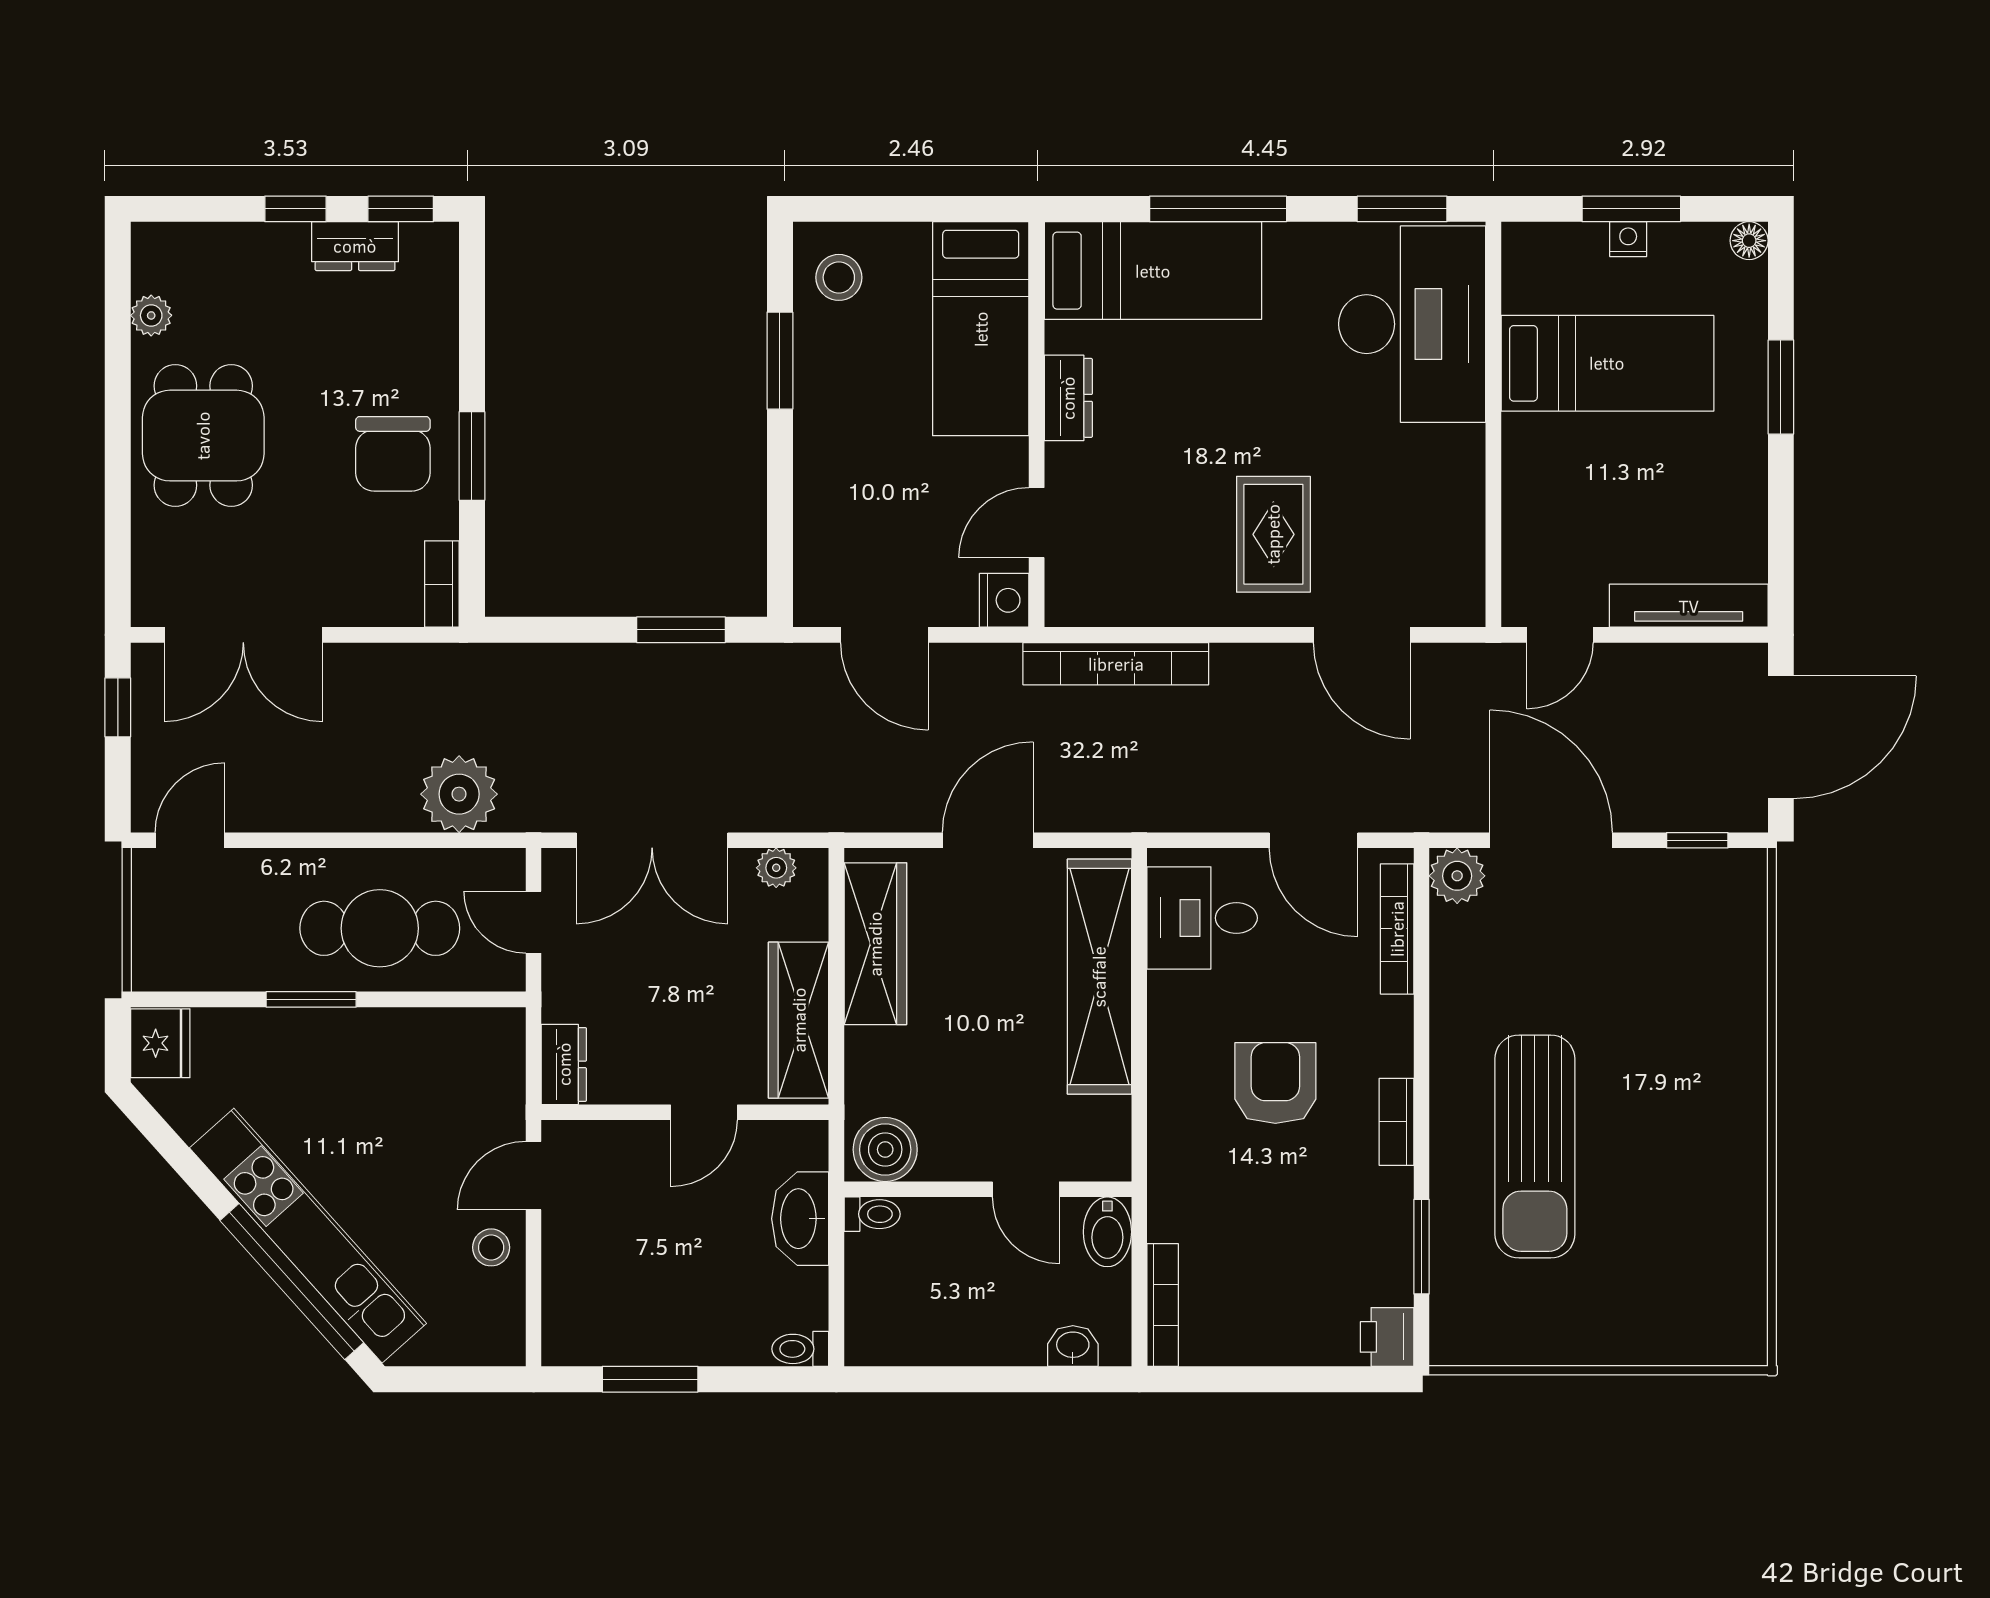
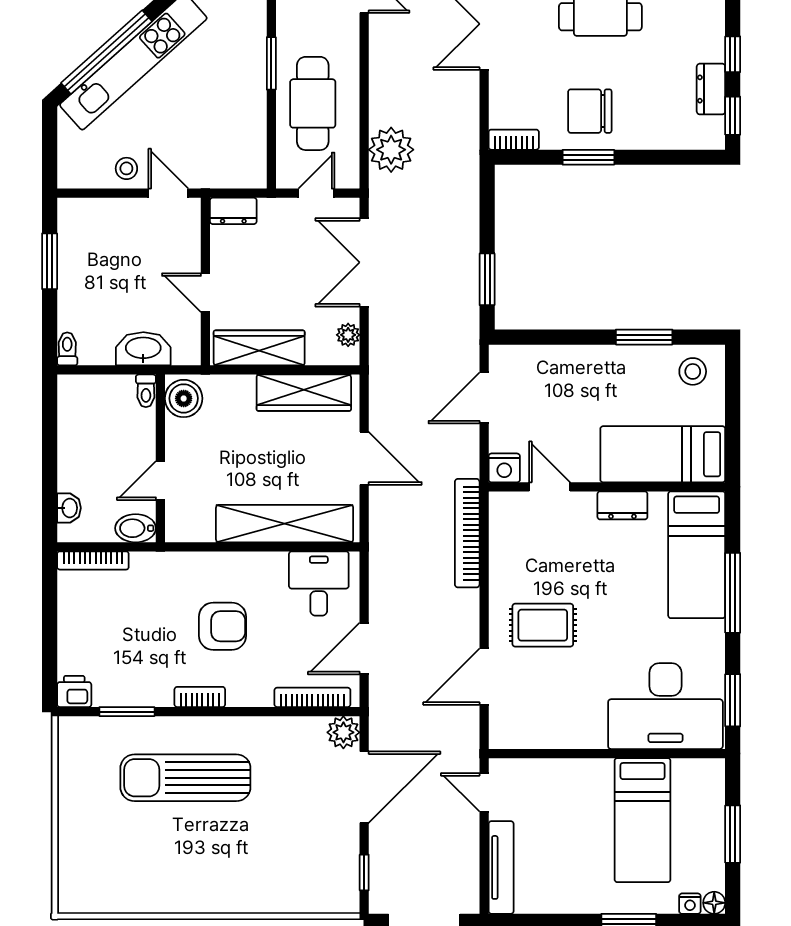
nightstand: (1628, 239) -> (690, 904), moved, turned 90

